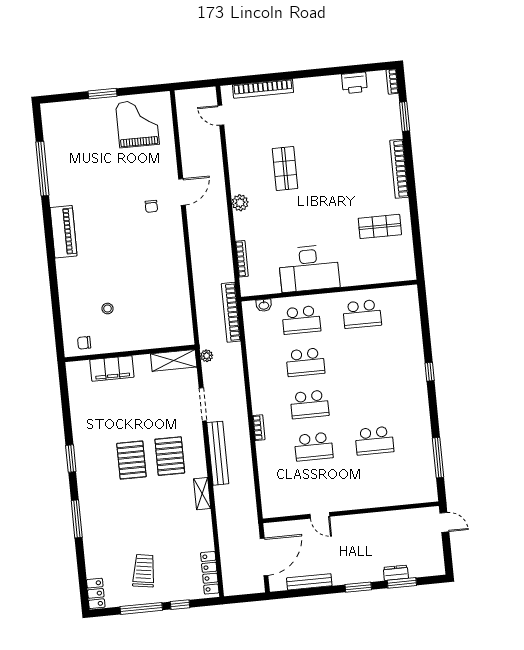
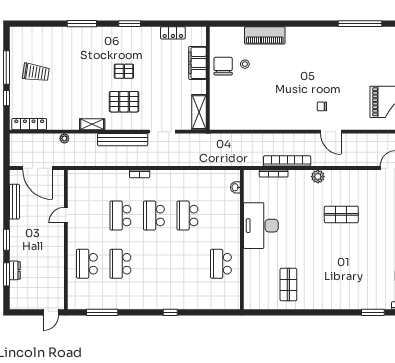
bookcase: (399, 169) -> (332, 304), removed
piano: (64, 232) -> (265, 35), moved
bookcase: (231, 312) -> (287, 161), moved
school desk: (301, 320) -> (87, 264), moved
chair: (84, 343) -> (223, 66), moved, width x1.87, depth x1.87
plant: (207, 356) -> (64, 138), moved
pallet: (131, 460) -> (124, 71), width x0.67, depth x0.71
locker: (96, 593) -> (173, 33), moved

